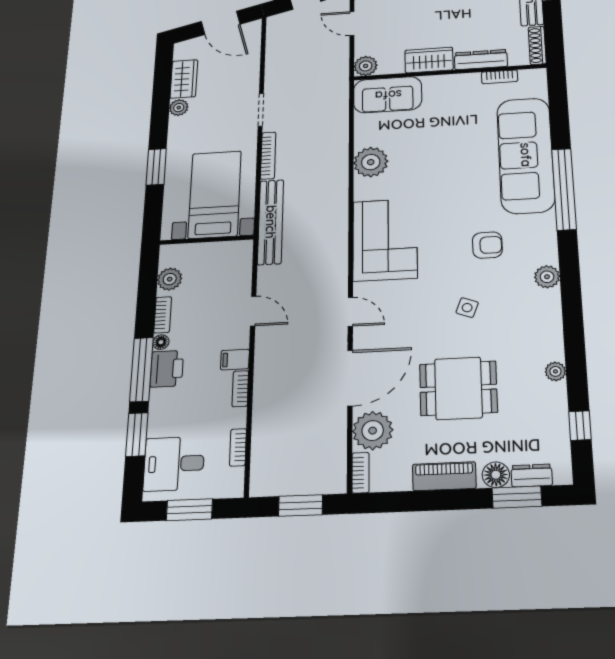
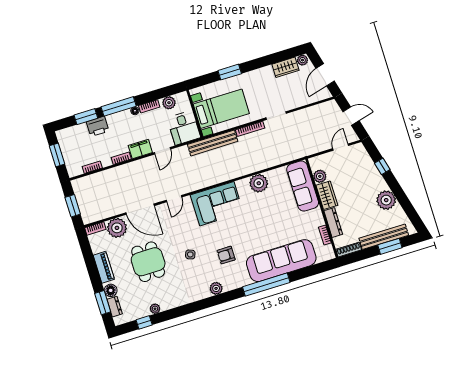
plant: (366, 66) -> (320, 176), moved
sofa: (388, 95) -> (303, 186), width x1.36
plant: (179, 108) -> (302, 60), moved
armchair: (487, 245) -> (226, 255), turned 90
filing cabinet: (235, 360) -> (140, 149), width x2.00
printer: (167, 369) -> (98, 126), moved
plant: (555, 371) -> (155, 309), moved
desk: (174, 464) -> (184, 128), moved, turned 180

